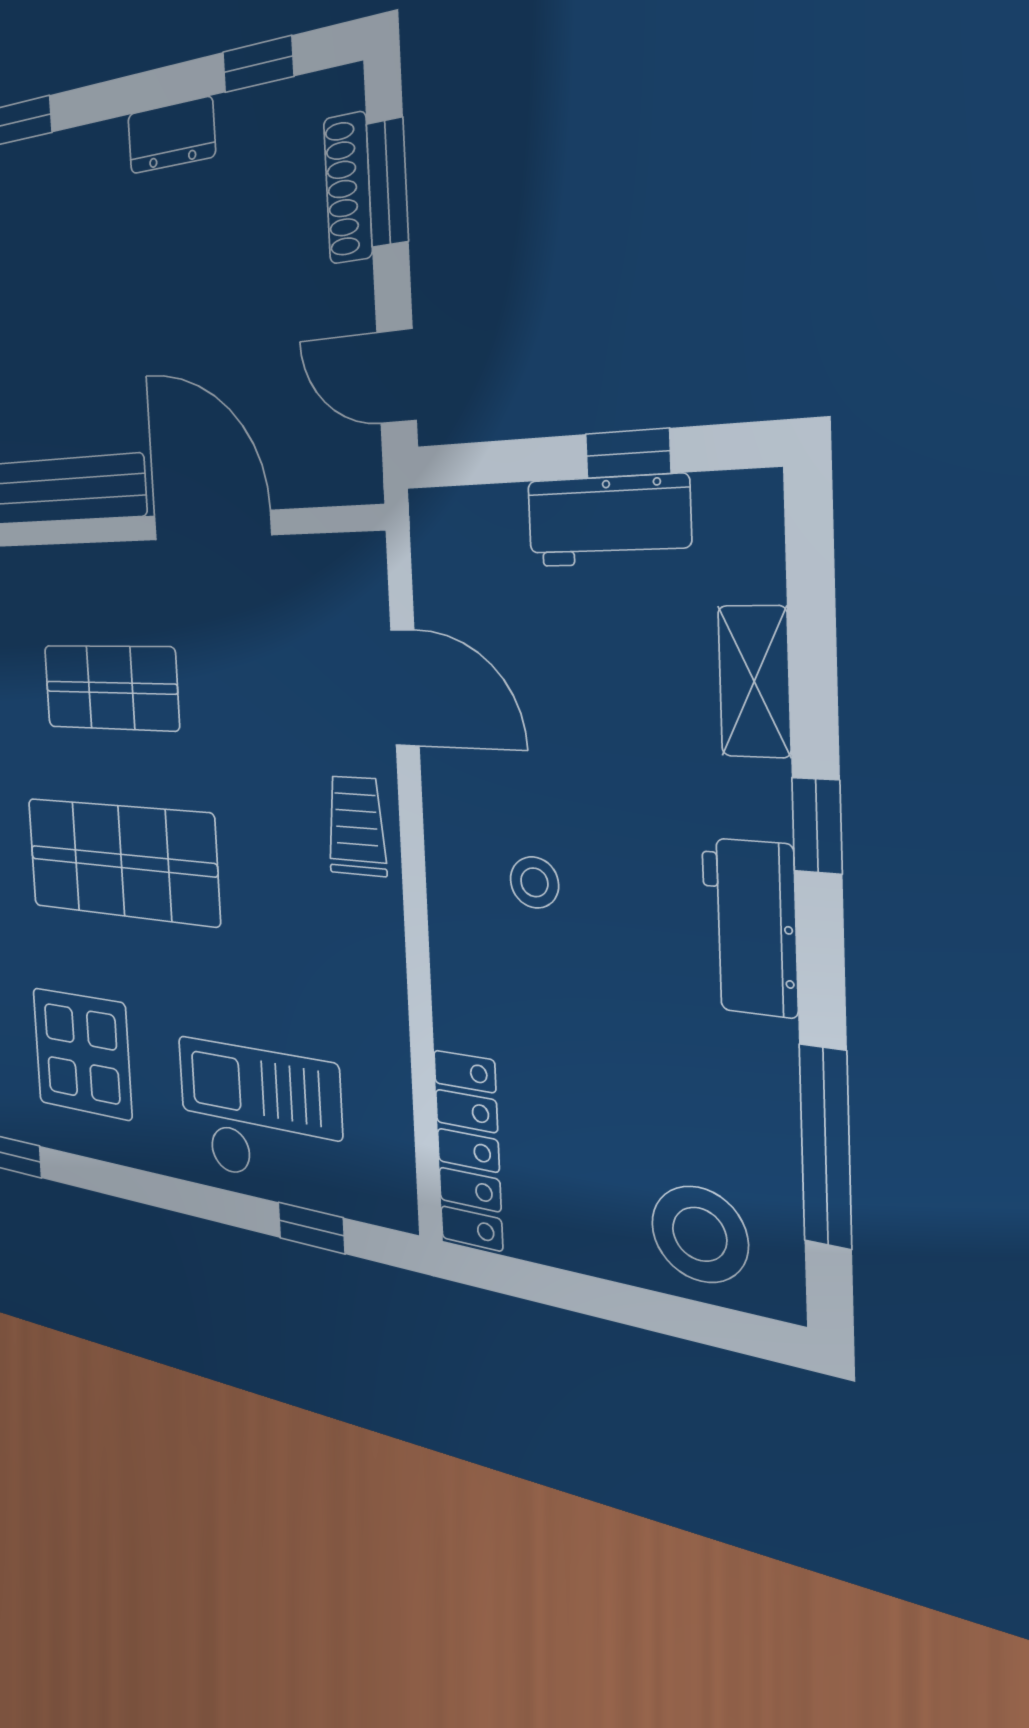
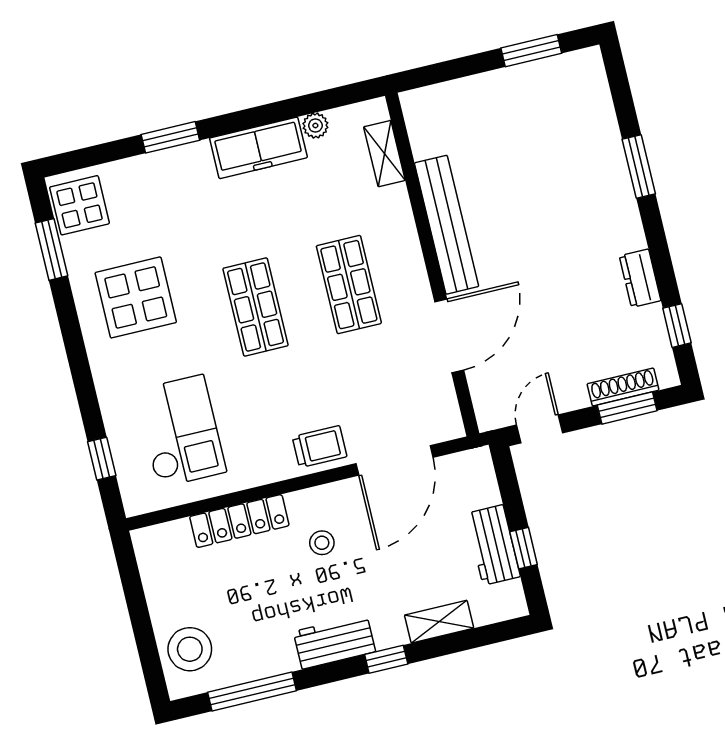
door: (405, 688) -> (394, 460), width x1.36
shop shelf: (121, 861) -> (256, 307), width x0.70, depth x0.74
checkout: (260, 1115) -> (181, 431), moved
locker: (468, 1150) -> (239, 521), moved

